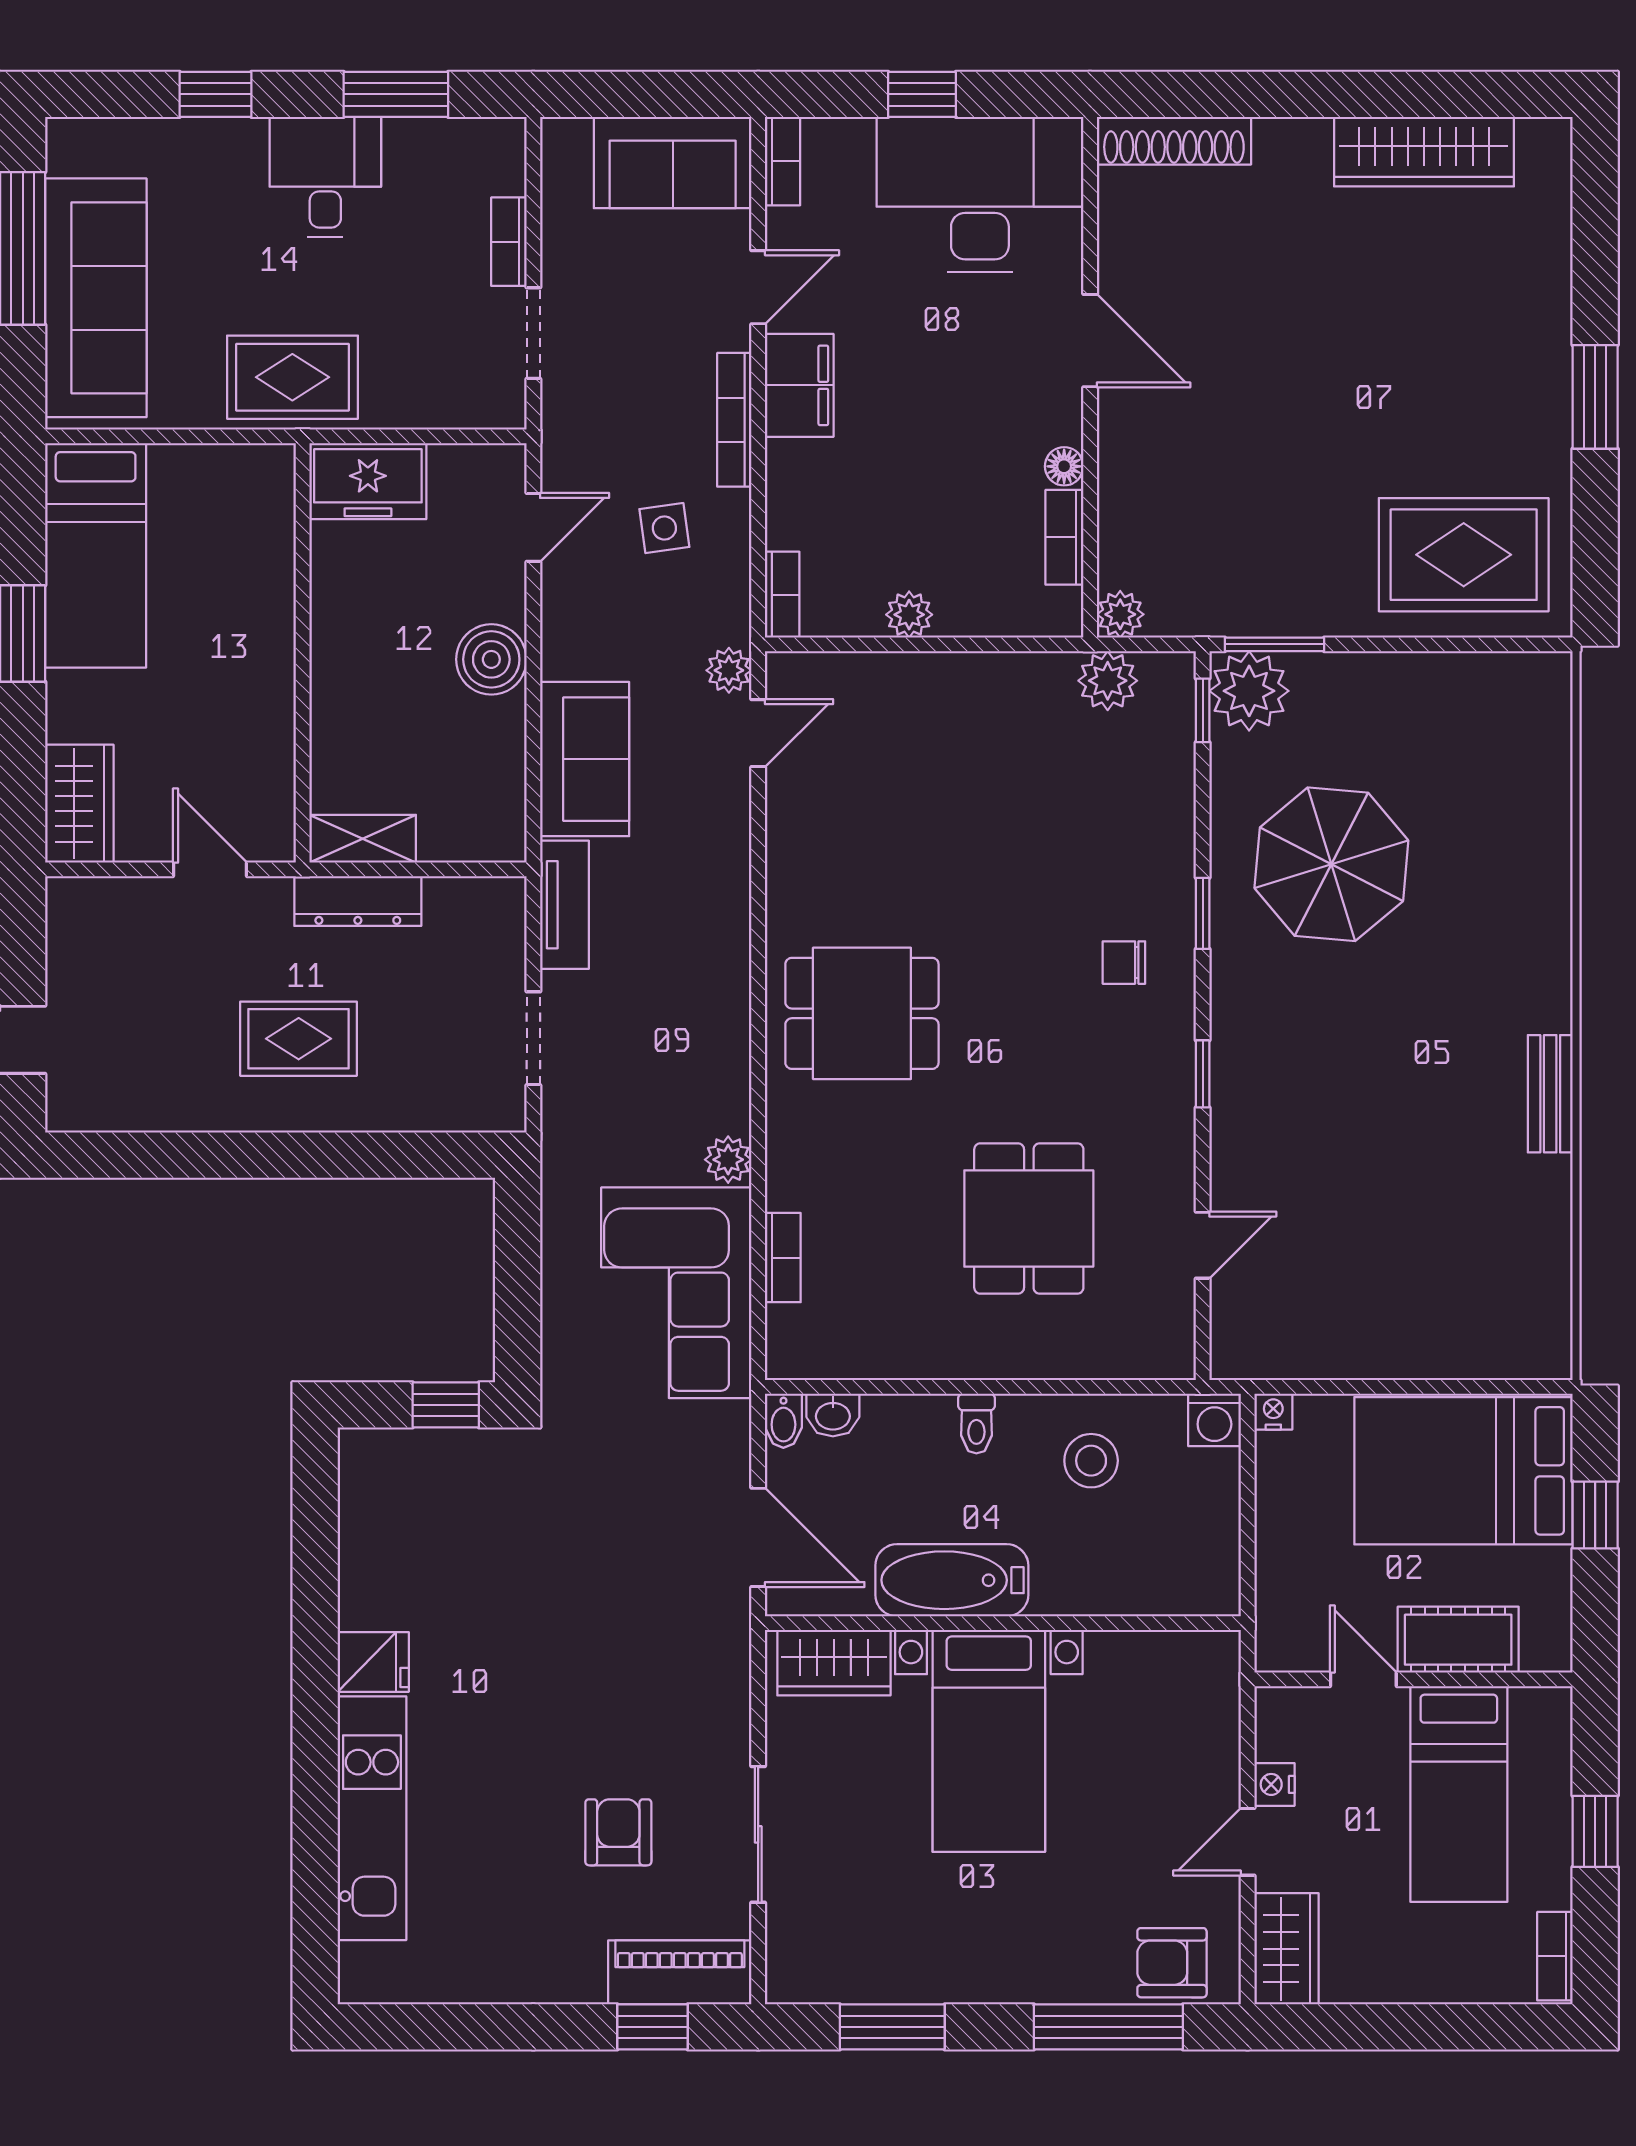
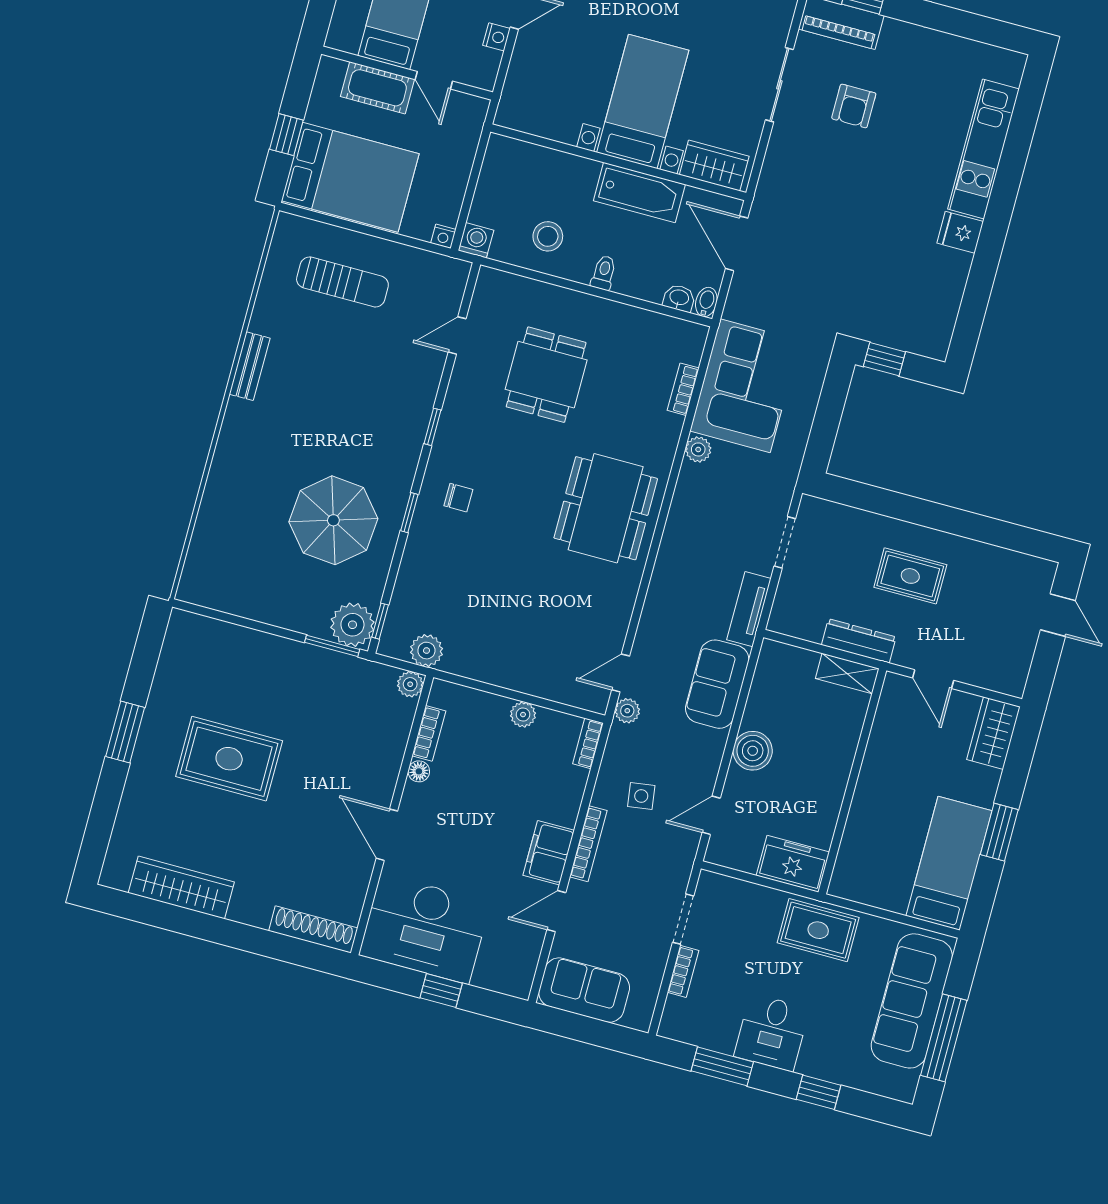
bookcase: (783, 161) -> (525, 975), removed
rug: (1464, 555) -> (229, 759), moved
dining table: (862, 1013) -> (606, 508), width x1.38
sun lounger: (1428, 1284) -> (342, 282), added

